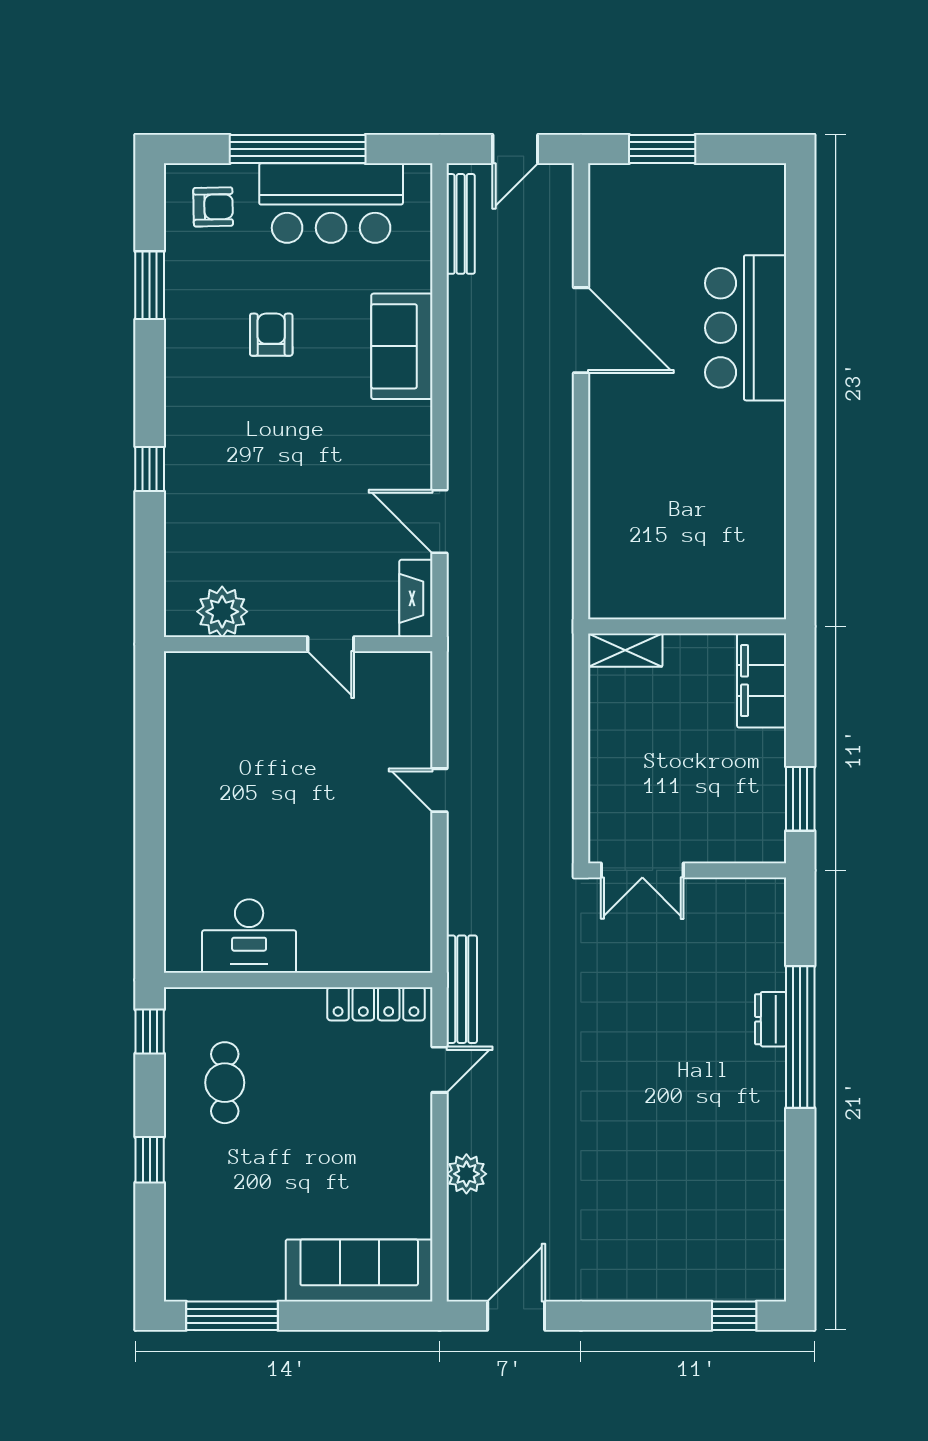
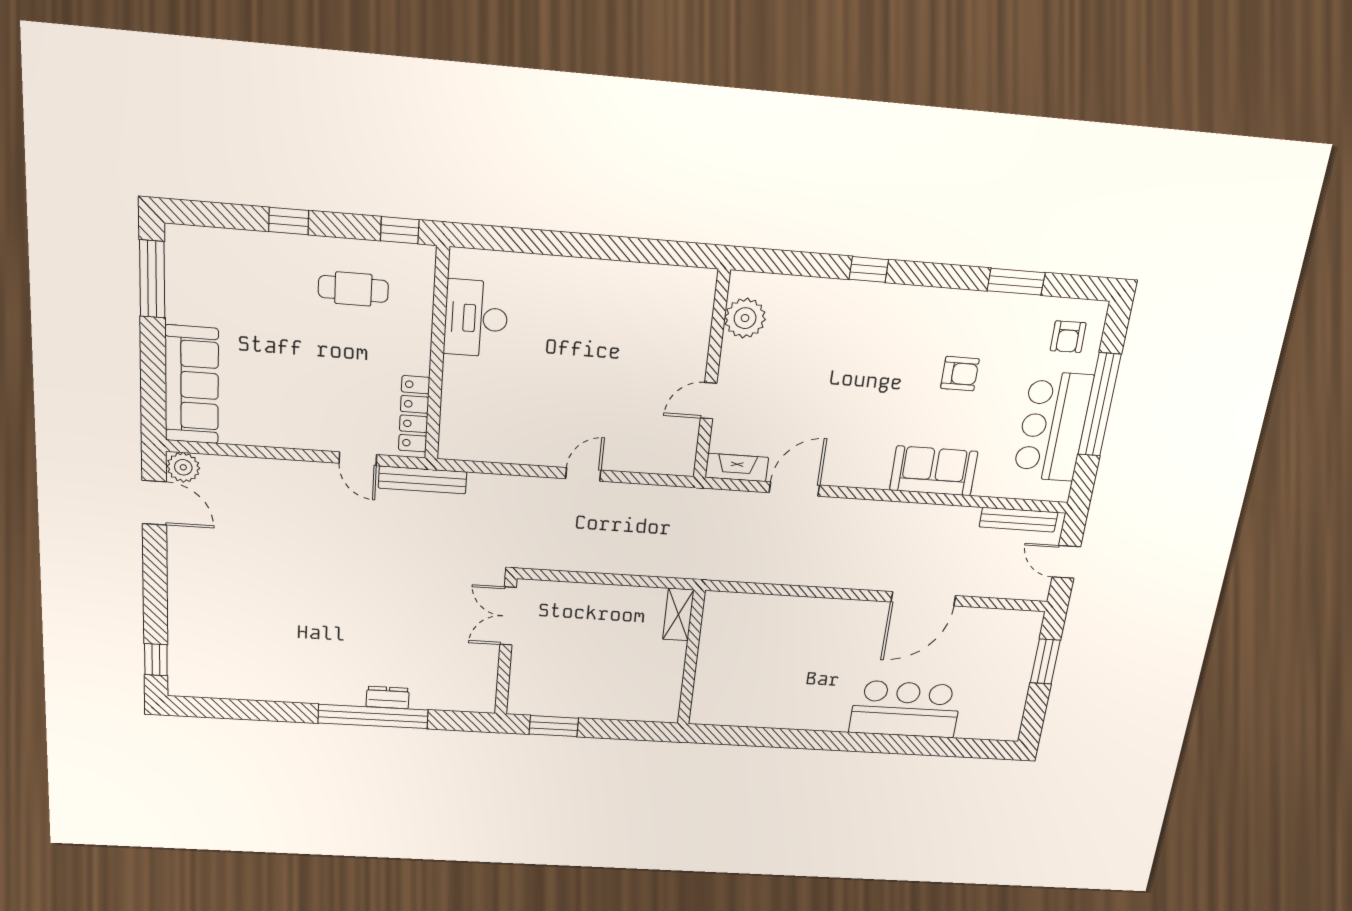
filing cabinet: (762, 681) -> (645, 705), removed
plant: (466, 1174) -> (183, 467), moved

